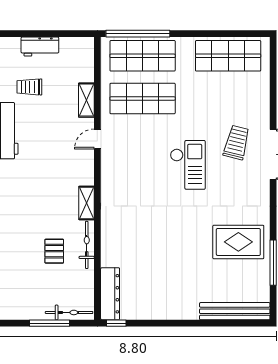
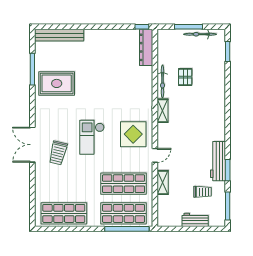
display table: (129, 169) -> (133, 134), added
bicycle: (69, 312) -> (200, 34), moved

